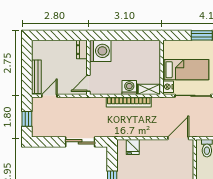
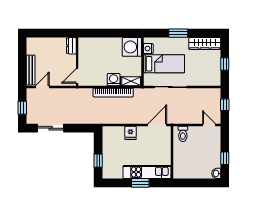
washing machine: (100, 51) -> (132, 47), moved, turned 180
nightstand: (168, 87) -> (148, 49), moved
sliding door: (80, 142) -> (51, 128), moved
fridge: (133, 147) -> (131, 133), moved

